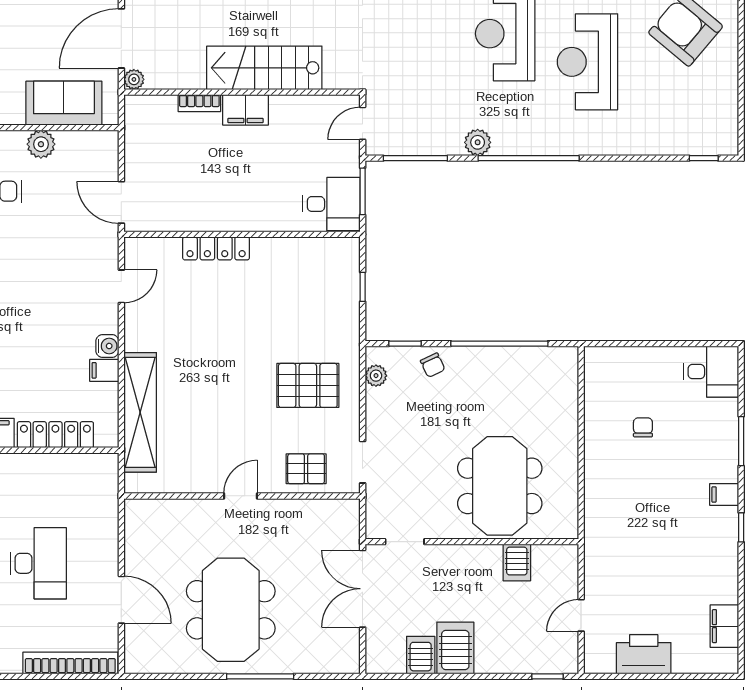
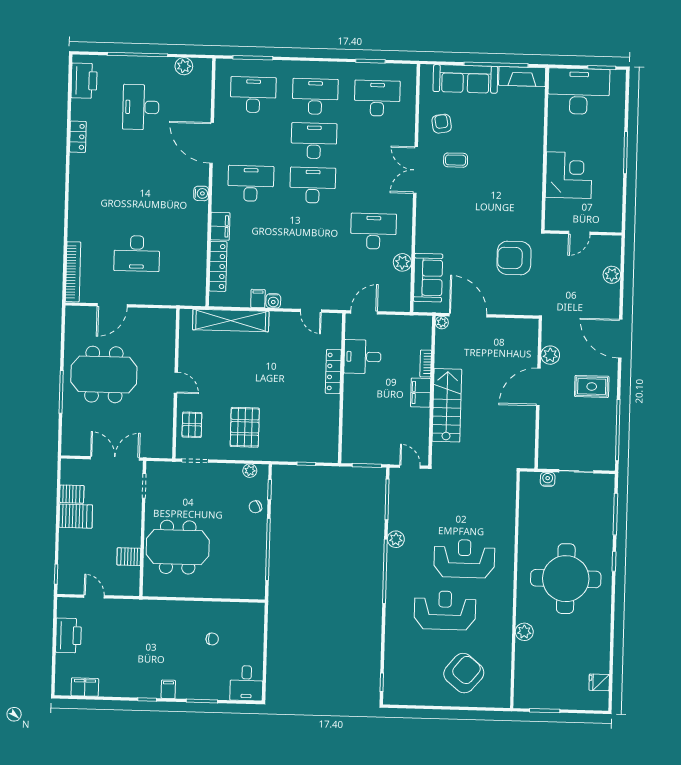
desk: (331, 204) -> (362, 357), moved, turned 90

